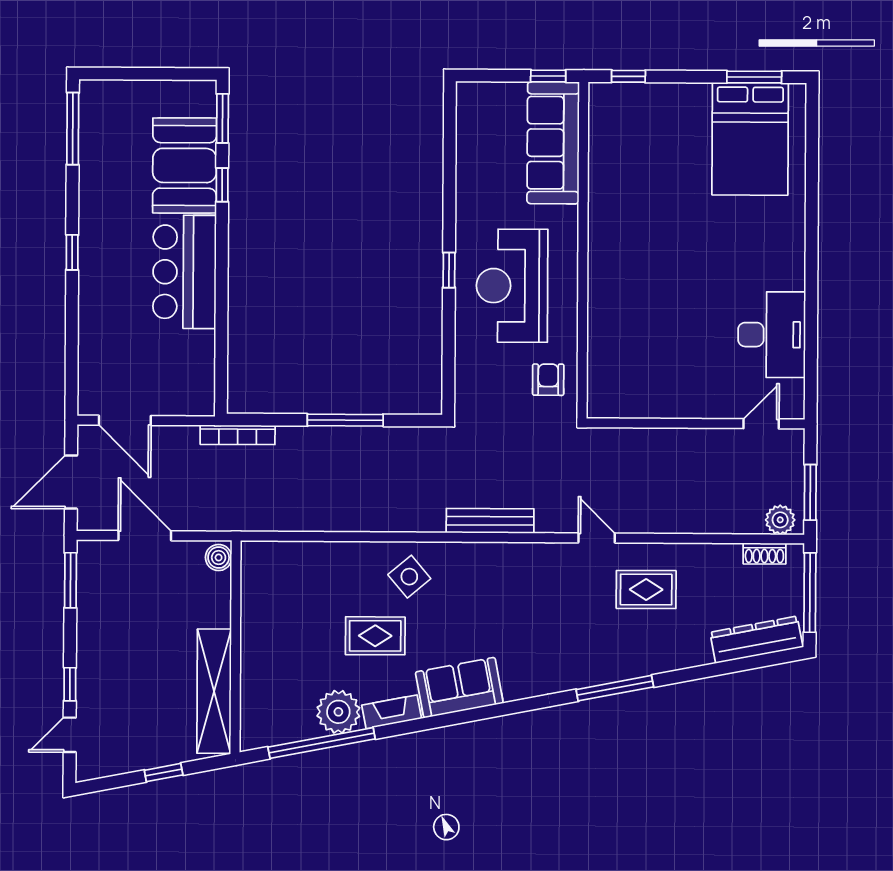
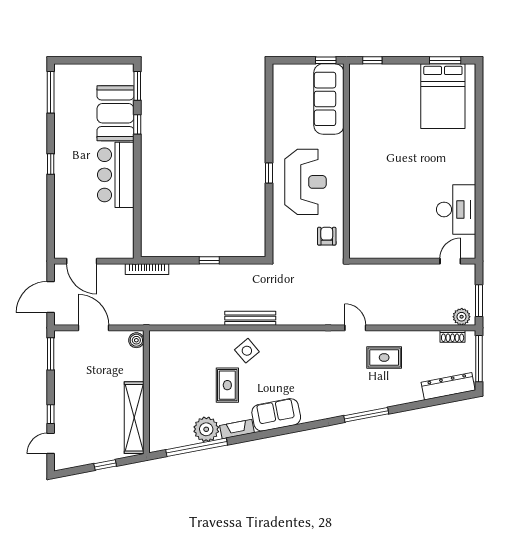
reception desk: (512, 286) -> (306, 182), turned 180
window: (345, 420) -> (209, 260), width x0.46
bench: (490, 521) -> (250, 318), moved
rug: (375, 636) -> (227, 385), turned 90

